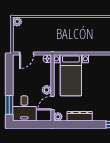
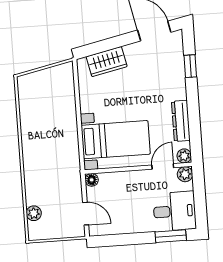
plant: (17, 22) -> (34, 213), moved
plant: (47, 90) -> (185, 174), moved
door: (52, 103) -> (163, 166), swing flipped

